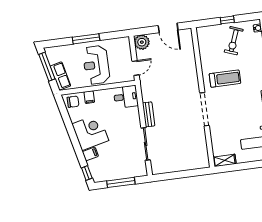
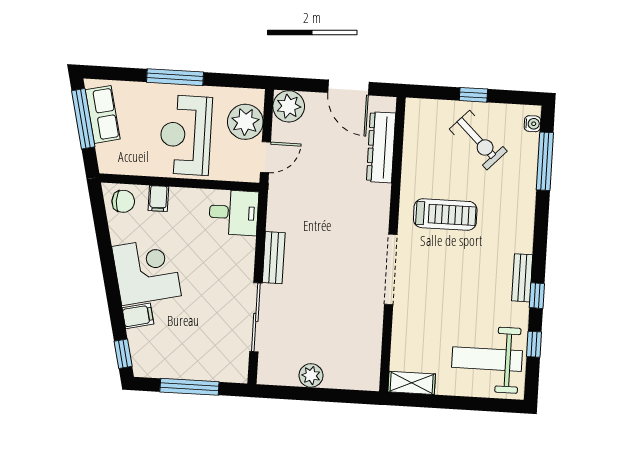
exercise bike: (234, 41) -> (478, 140), turned -67
plant: (123, 53) -> (245, 122), added
dresser: (189, 53) -> (381, 147), added
row of seats: (60, 76) -> (103, 114), moved
plant: (177, 166) -> (311, 375), added

